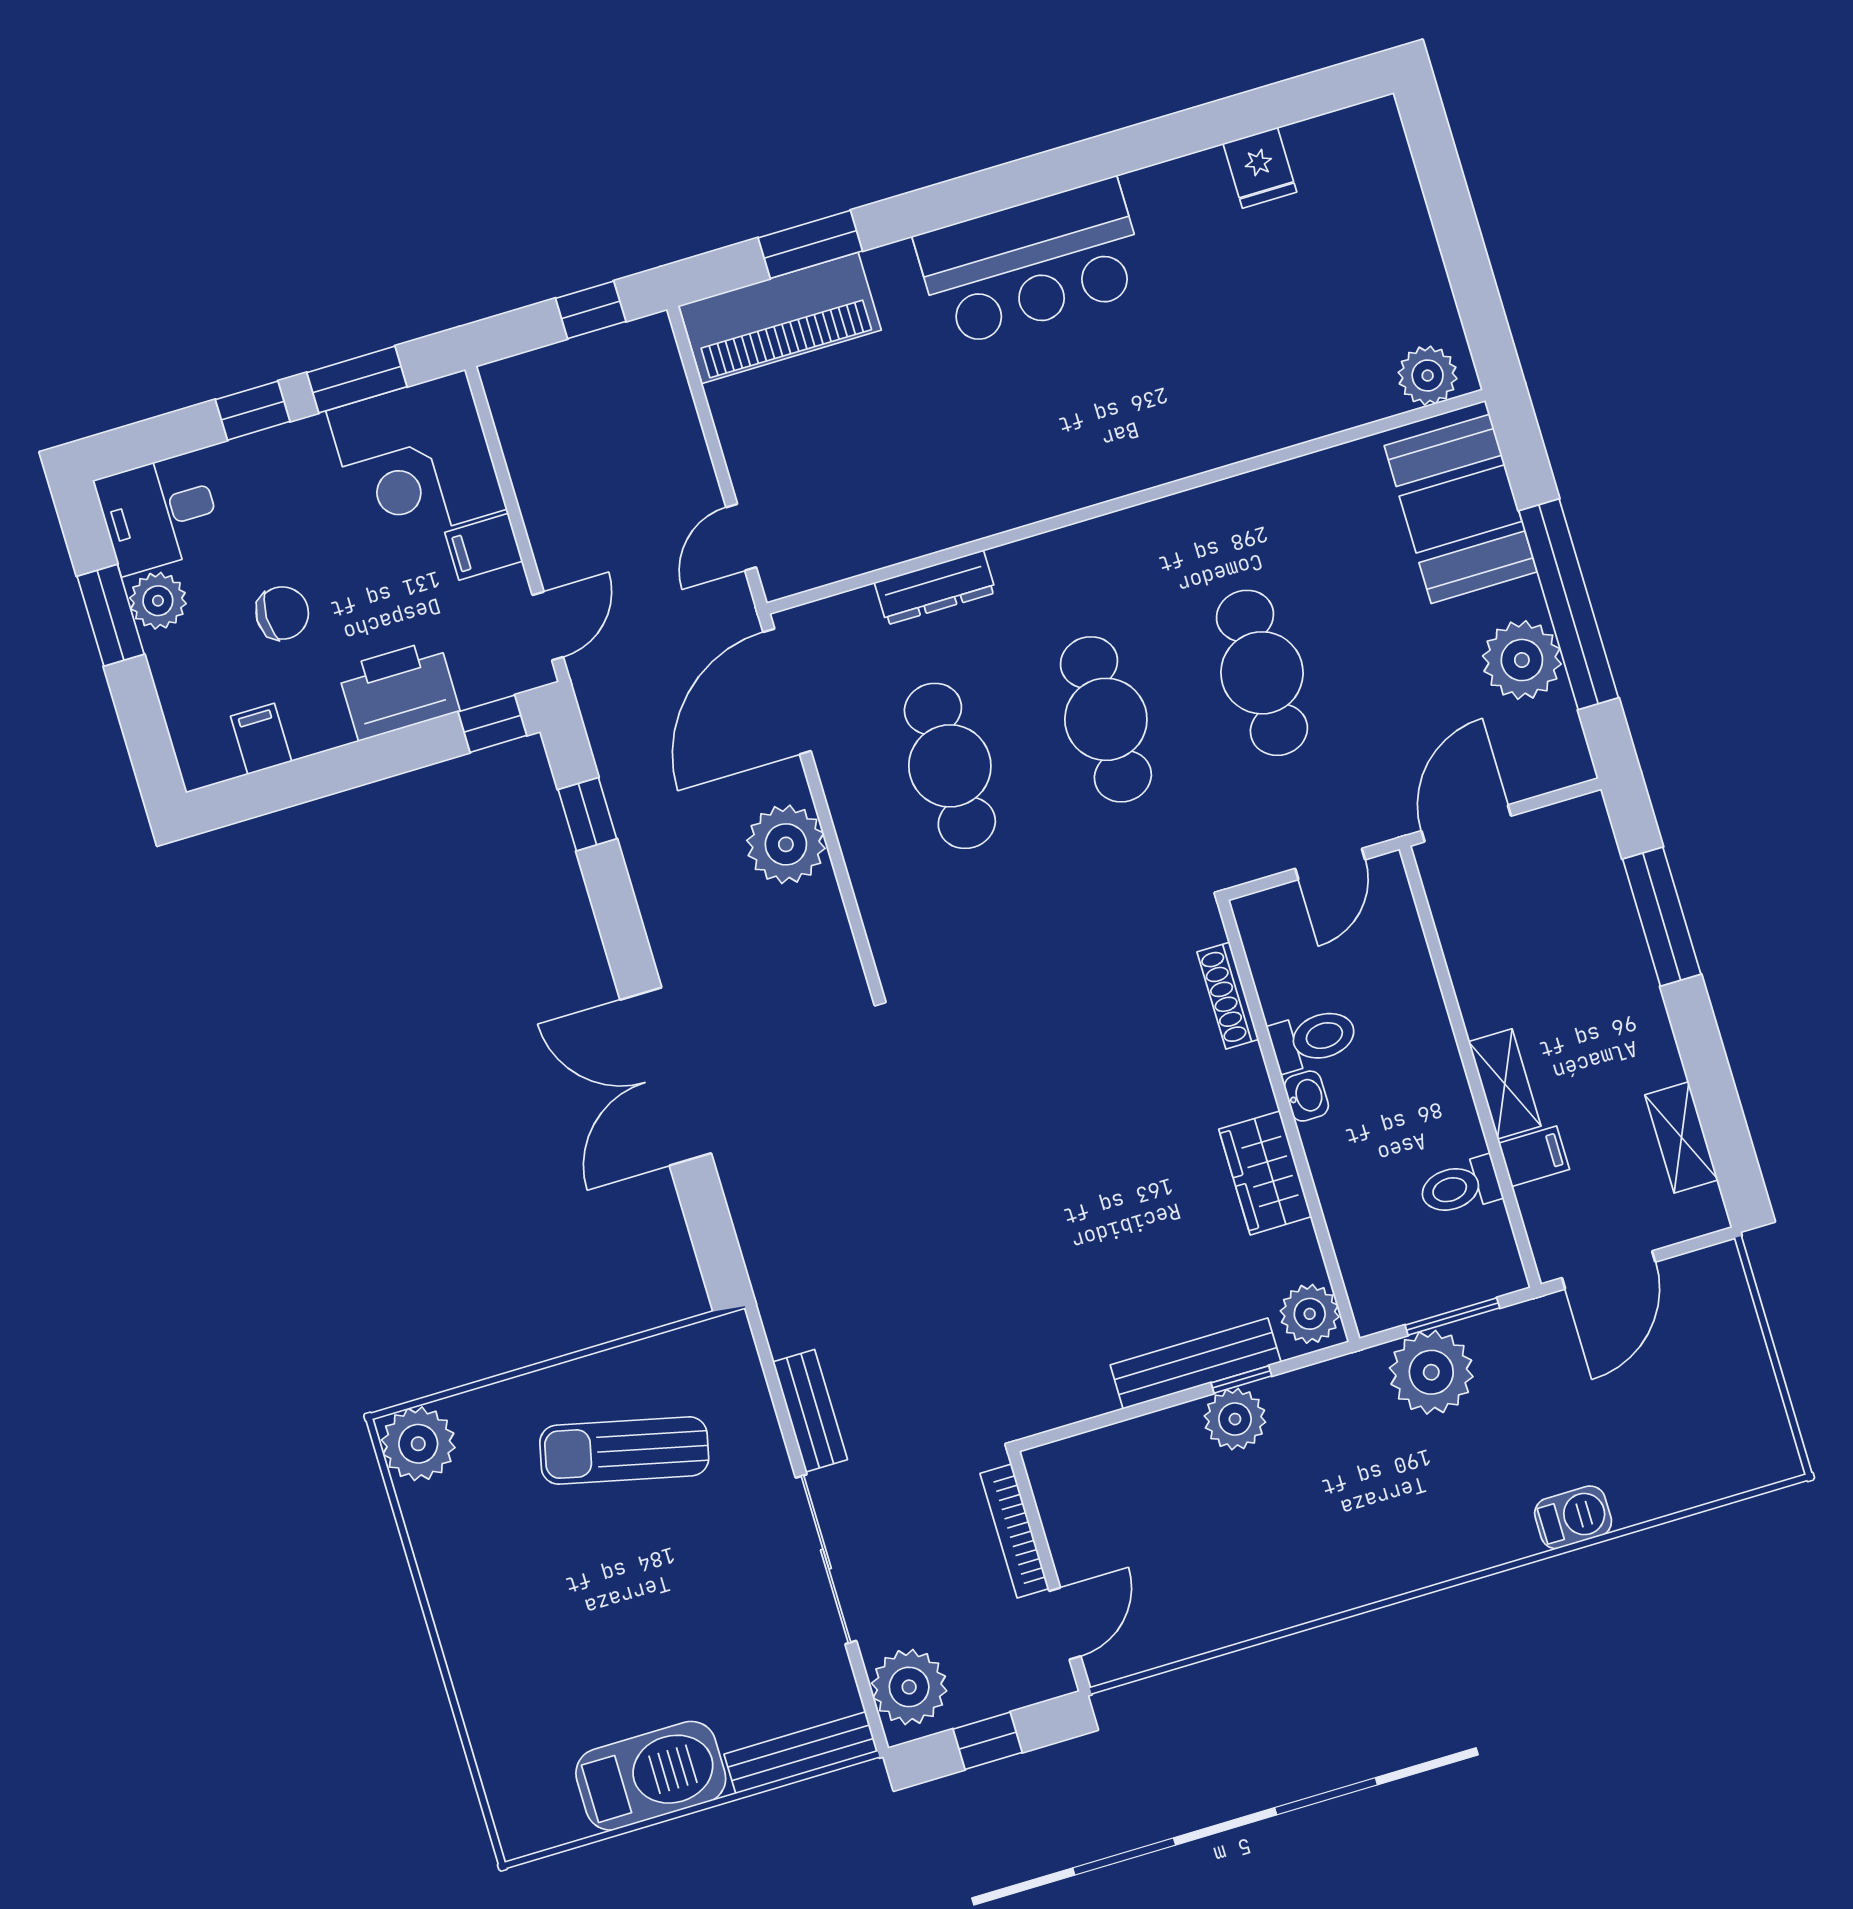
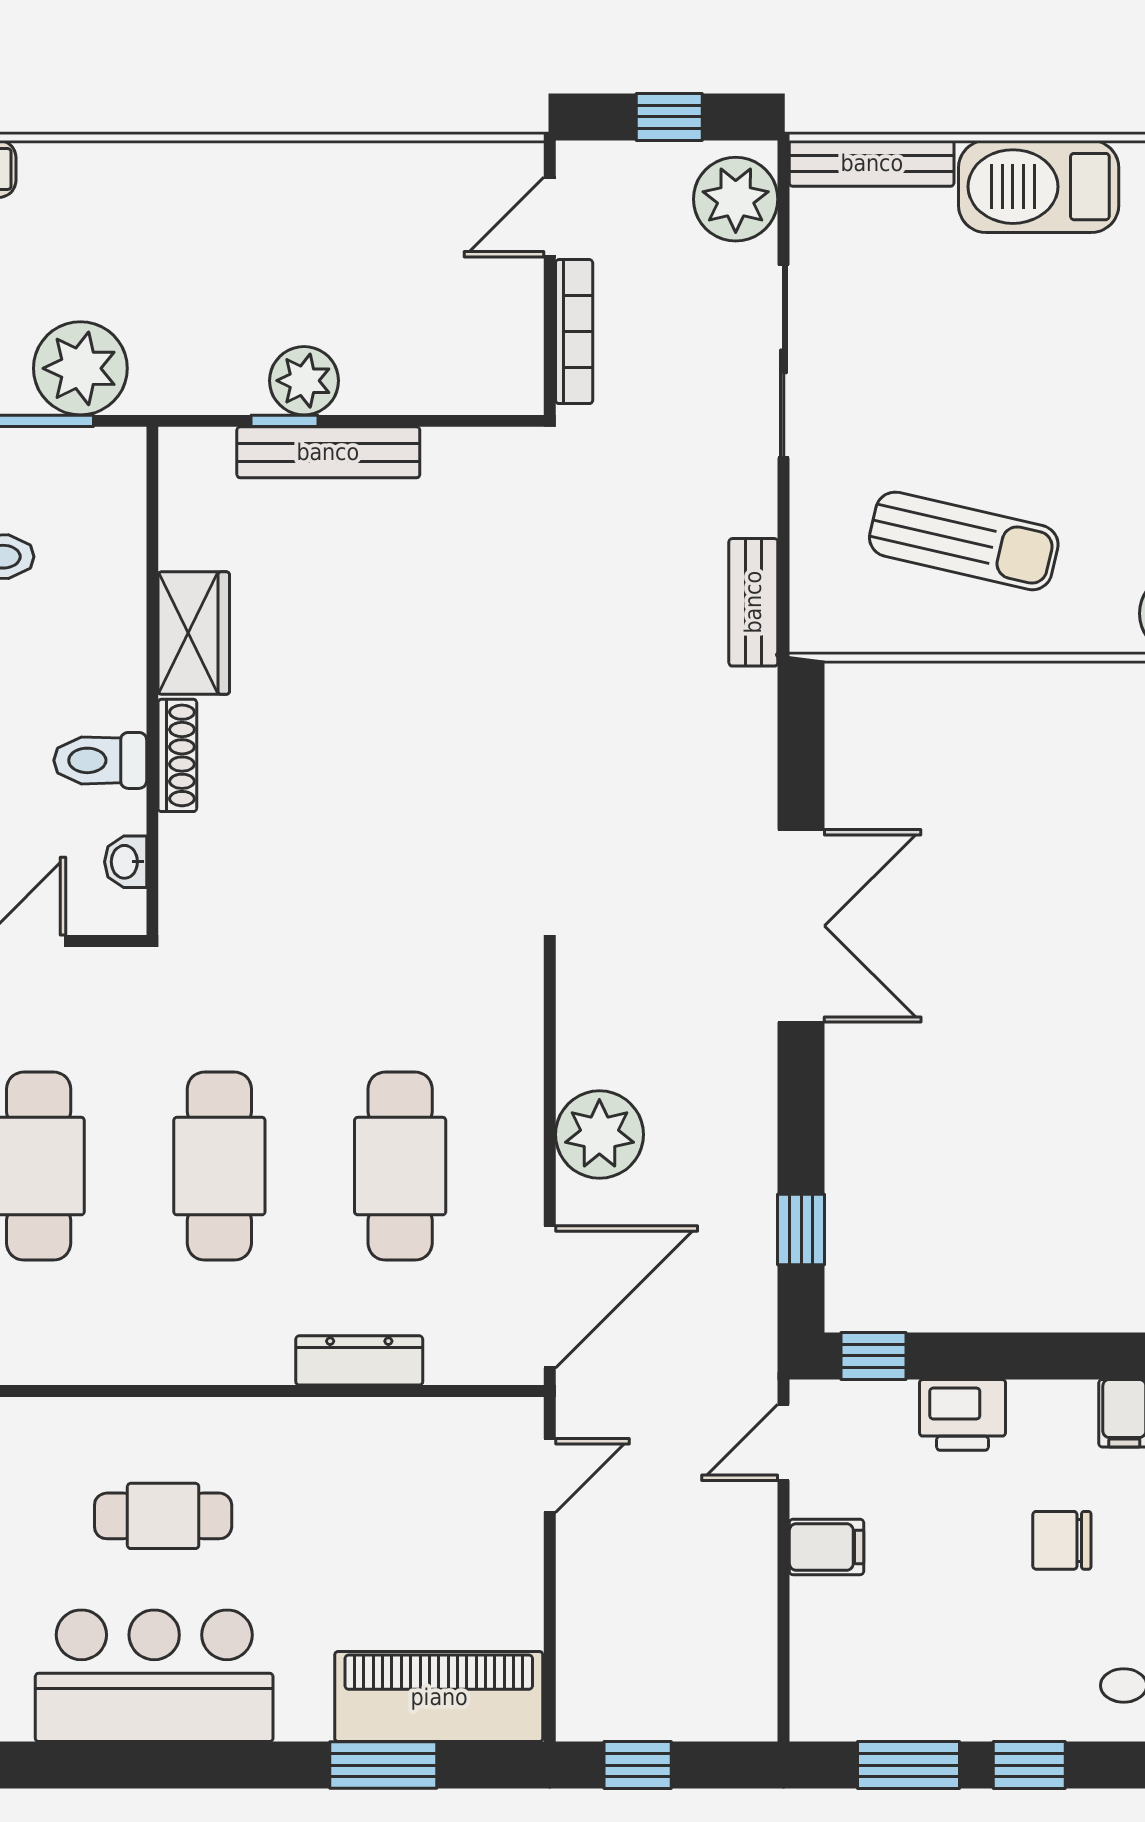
cafe table: (1065, 403) -> (163, 1516), added
corner desk: (417, 460) -> (871, 1661), removed
printer: (399, 690) -> (963, 1415), width x0.73, depth x0.84
shoe rack: (1228, 996) -> (177, 755), moved
washbasin: (1306, 1096) -> (126, 862), moved
plant: (1310, 1314) -> (191, 469), removed
bench: (810, 1411) -> (753, 602), moved

